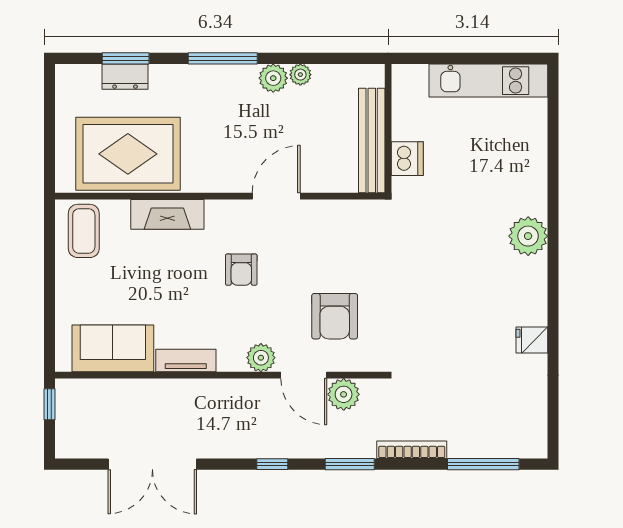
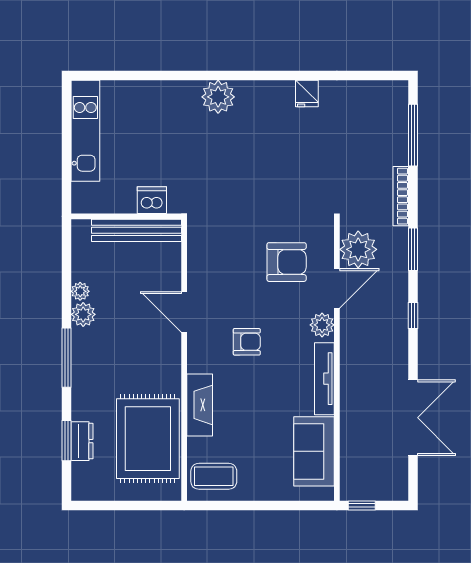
tv unit: (186, 360) -> (324, 379), width x1.41
plant: (344, 394) -> (358, 249), width x1.36, depth x1.36

